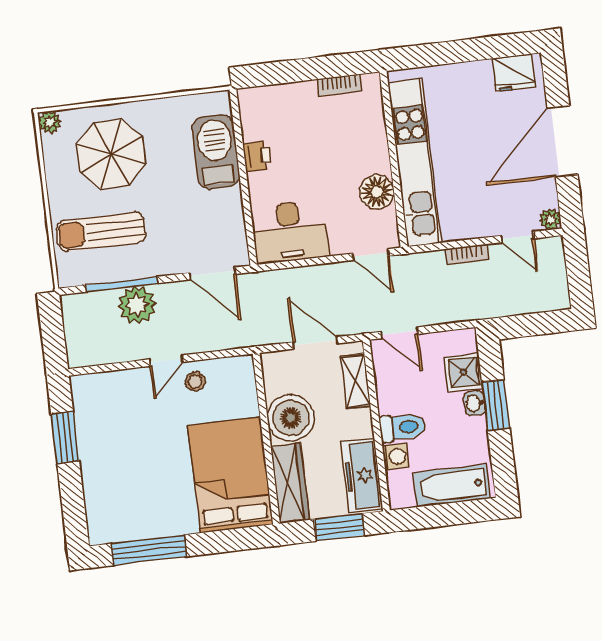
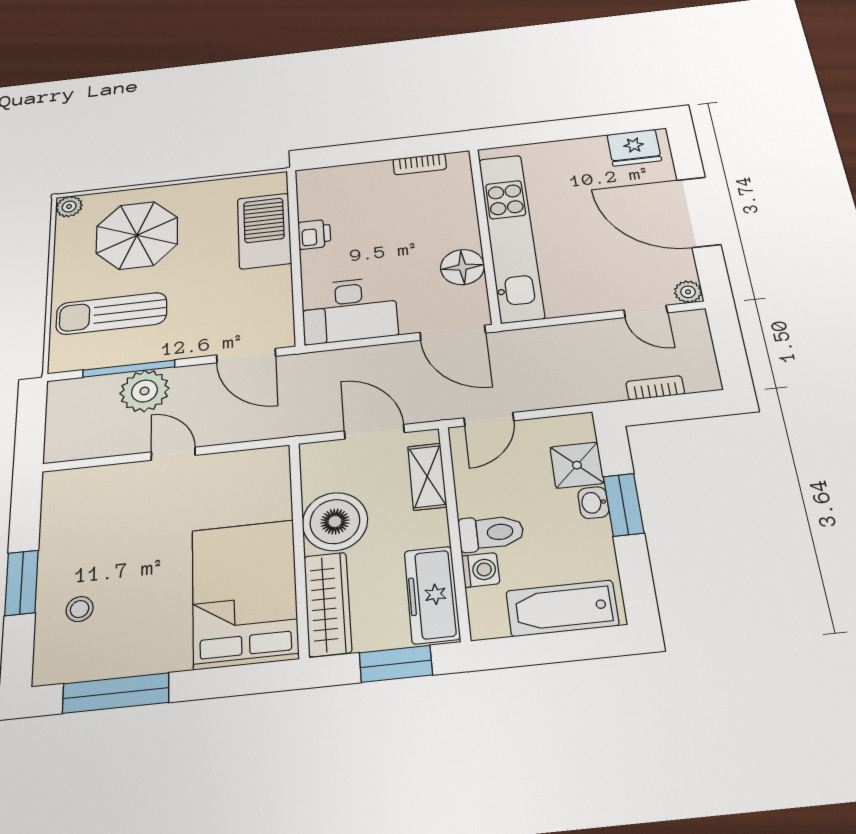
door: (562, 141) -> (699, 212), hinge flipped
door: (371, 255) -> (453, 333), width x1.38
bookcase: (467, 255) -> (655, 388), moved, turned 180
door: (400, 333) -> (489, 419), hinge flipped
door: (166, 361) -> (173, 454), swing flipped
stool: (195, 381) -> (80, 609), moved
window: (65, 438) -> (22, 583), moved

